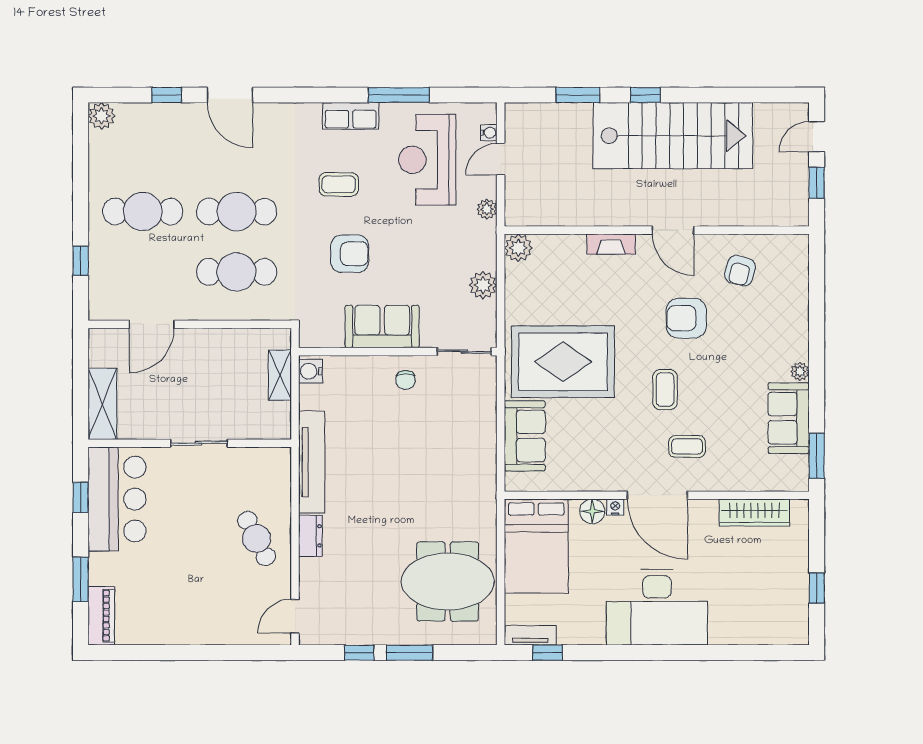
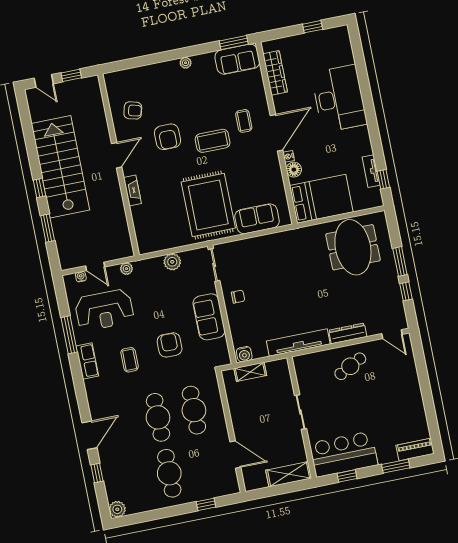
plant: (518, 248) -> (146, 245), removed
coffee table: (665, 390) -> (213, 141), width x1.36, depth x1.30
sofa: (789, 418) -> (237, 59), moved
dresser: (310, 536) -> (348, 333), width x1.44
desk: (657, 607) -> (339, 99), moved
tv unit: (530, 635) -> (371, 171), moved

